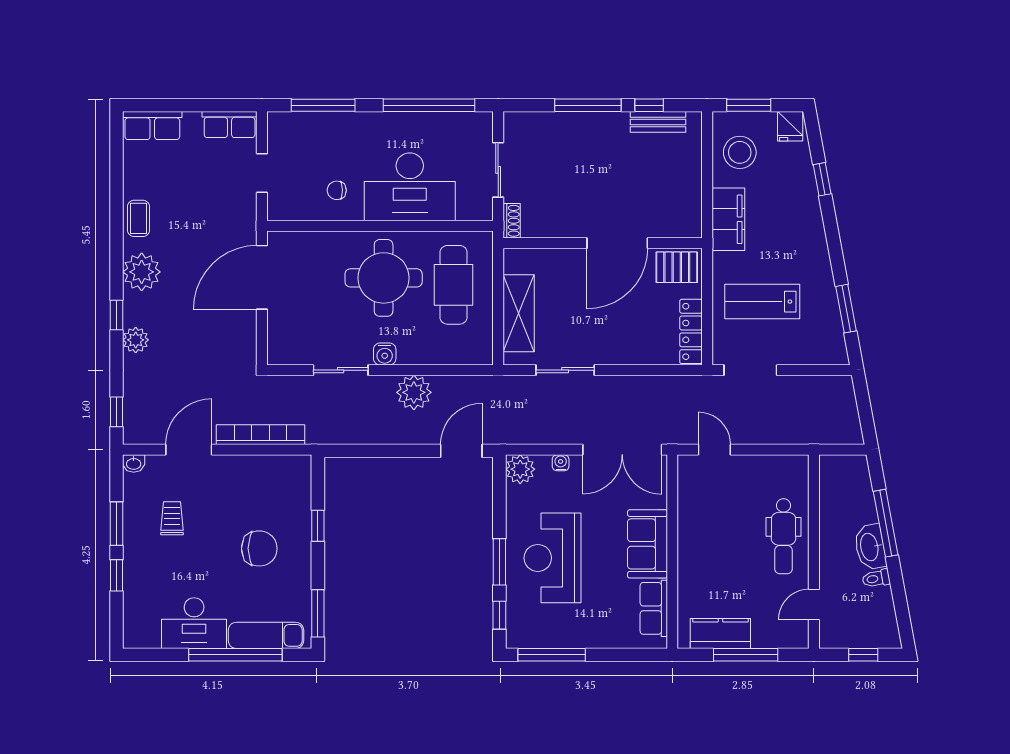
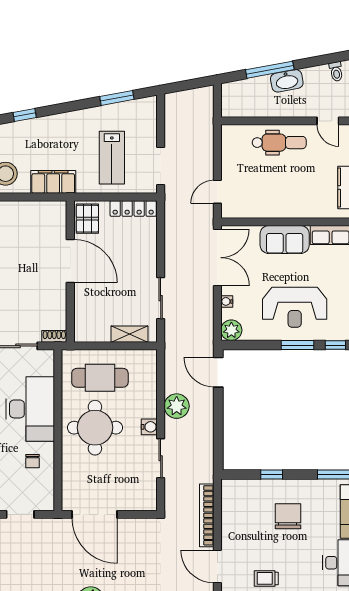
shelving: (519, 313) -> (129, 334), width x0.67, depth x0.75
toilet: (876, 578) -> (336, 72), moved

